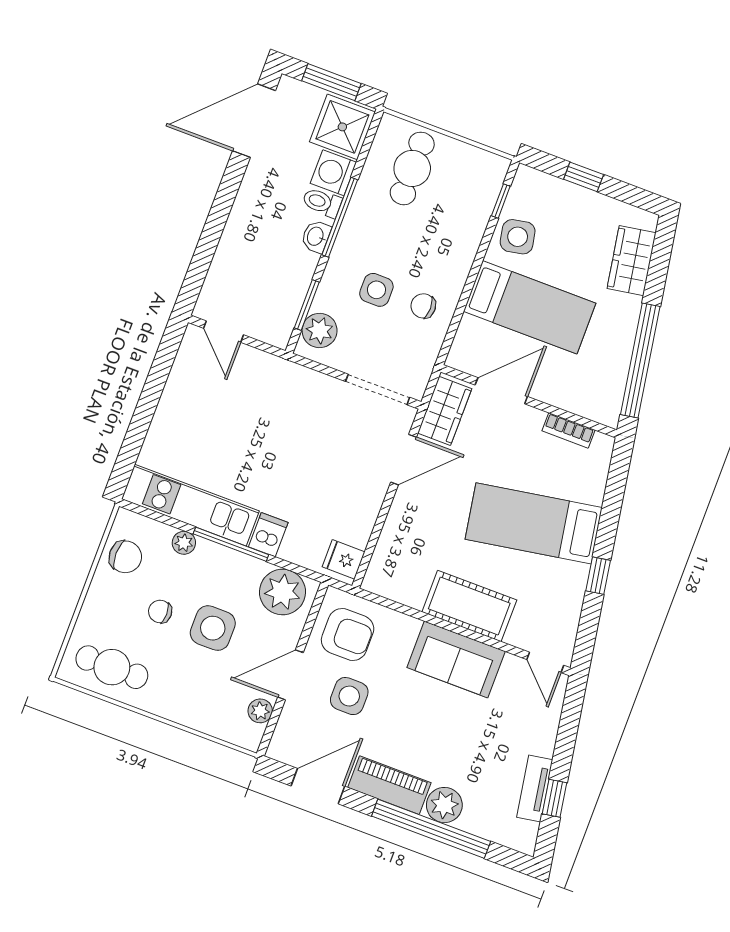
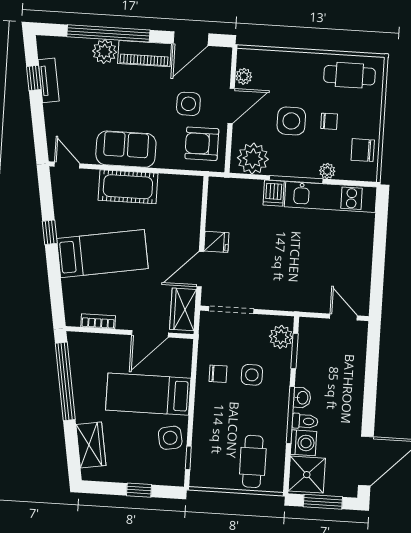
fridge: (344, 559) -> (216, 242), moved

